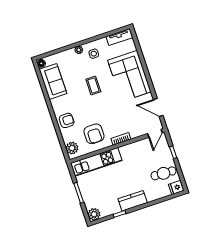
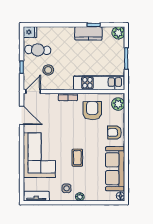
sofa: (53, 81) -> (115, 169), width x1.36
stool: (148, 158) -> (48, 70), added
kitchen counter: (133, 201) -> (88, 33), moved

